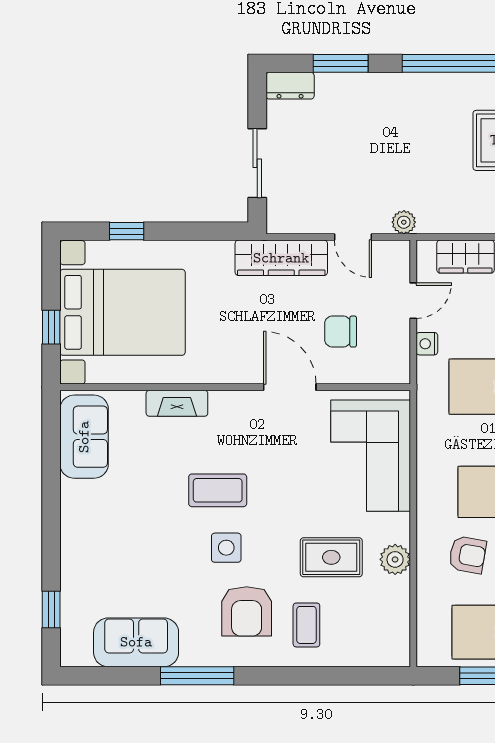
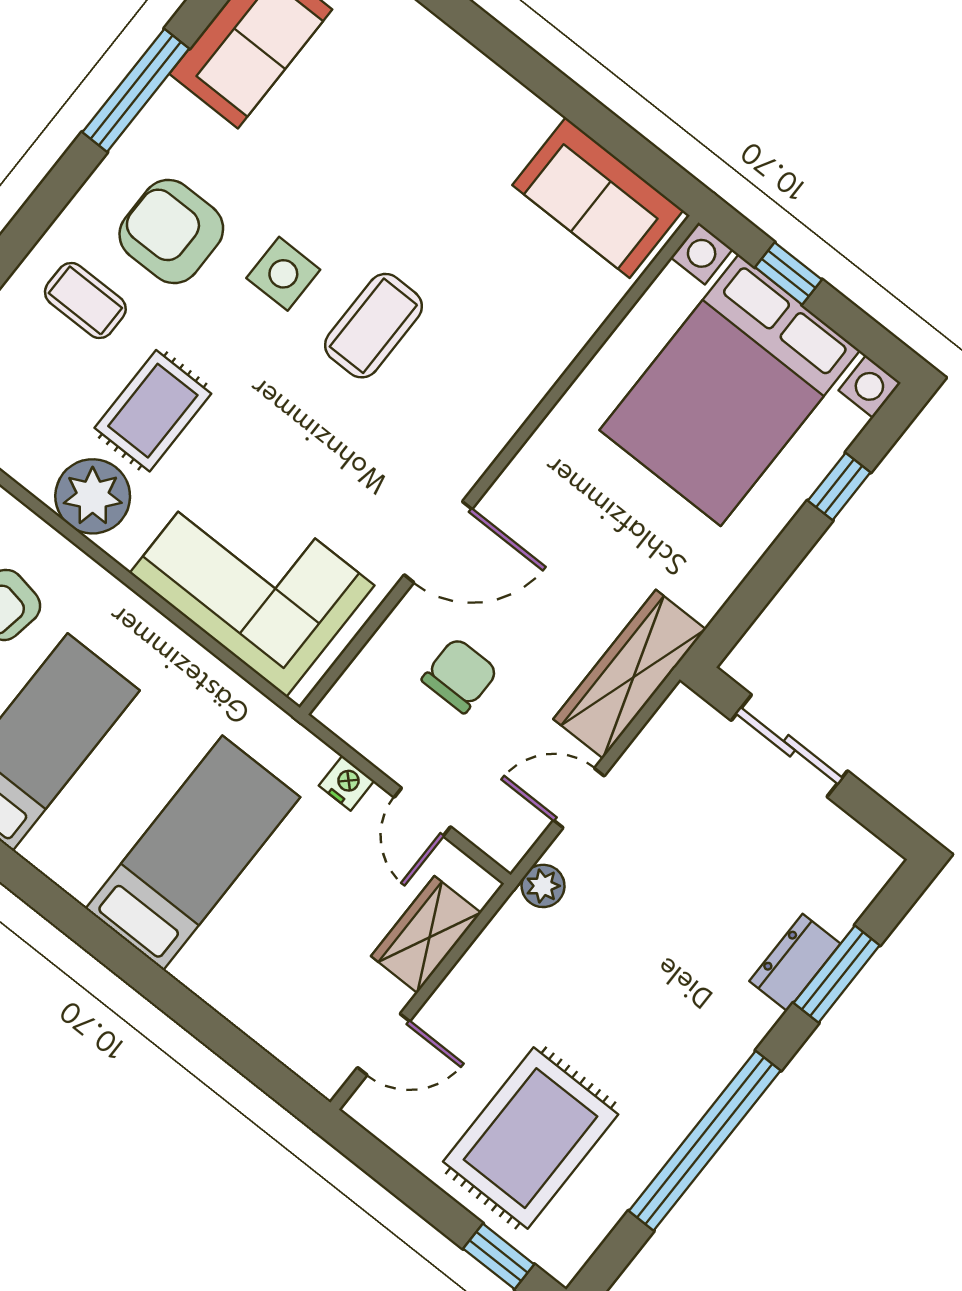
dresser: (290, 86) -> (795, 962), moved
fireplace: (177, 403) -> (541, 365), removed
plant: (395, 559) -> (93, 496), width x1.36, depth x1.36

